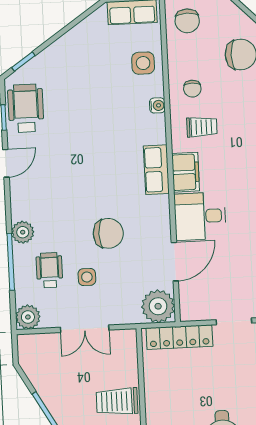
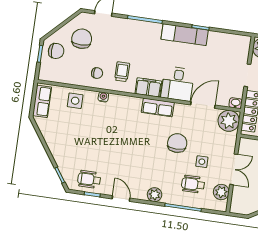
chair: (187, 21) -> (56, 51), moved
wheelchair: (26, 108) -> (89, 179), width x0.73, depth x0.73
row of seats: (156, 170) -> (158, 107), moved
plant: (23, 232) -> (155, 195), moved
door: (175, 262) -> (203, 105), hinge flipped
washbasin: (187, 312) -> (236, 103), added
plant: (28, 317) -> (221, 192), moved

